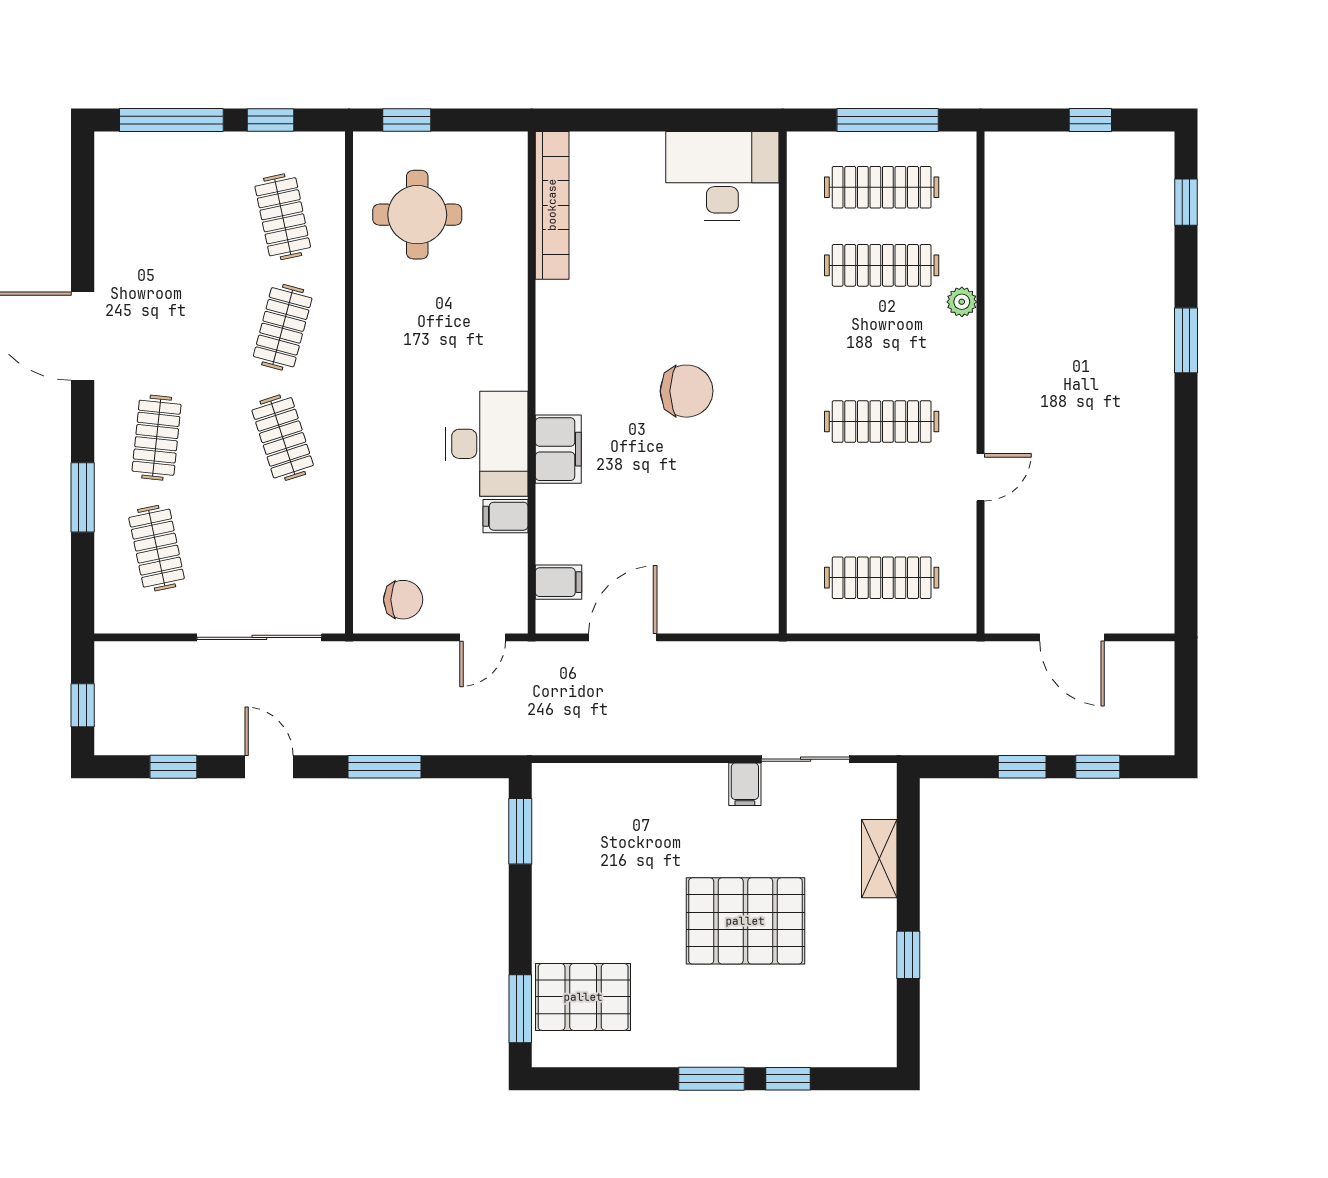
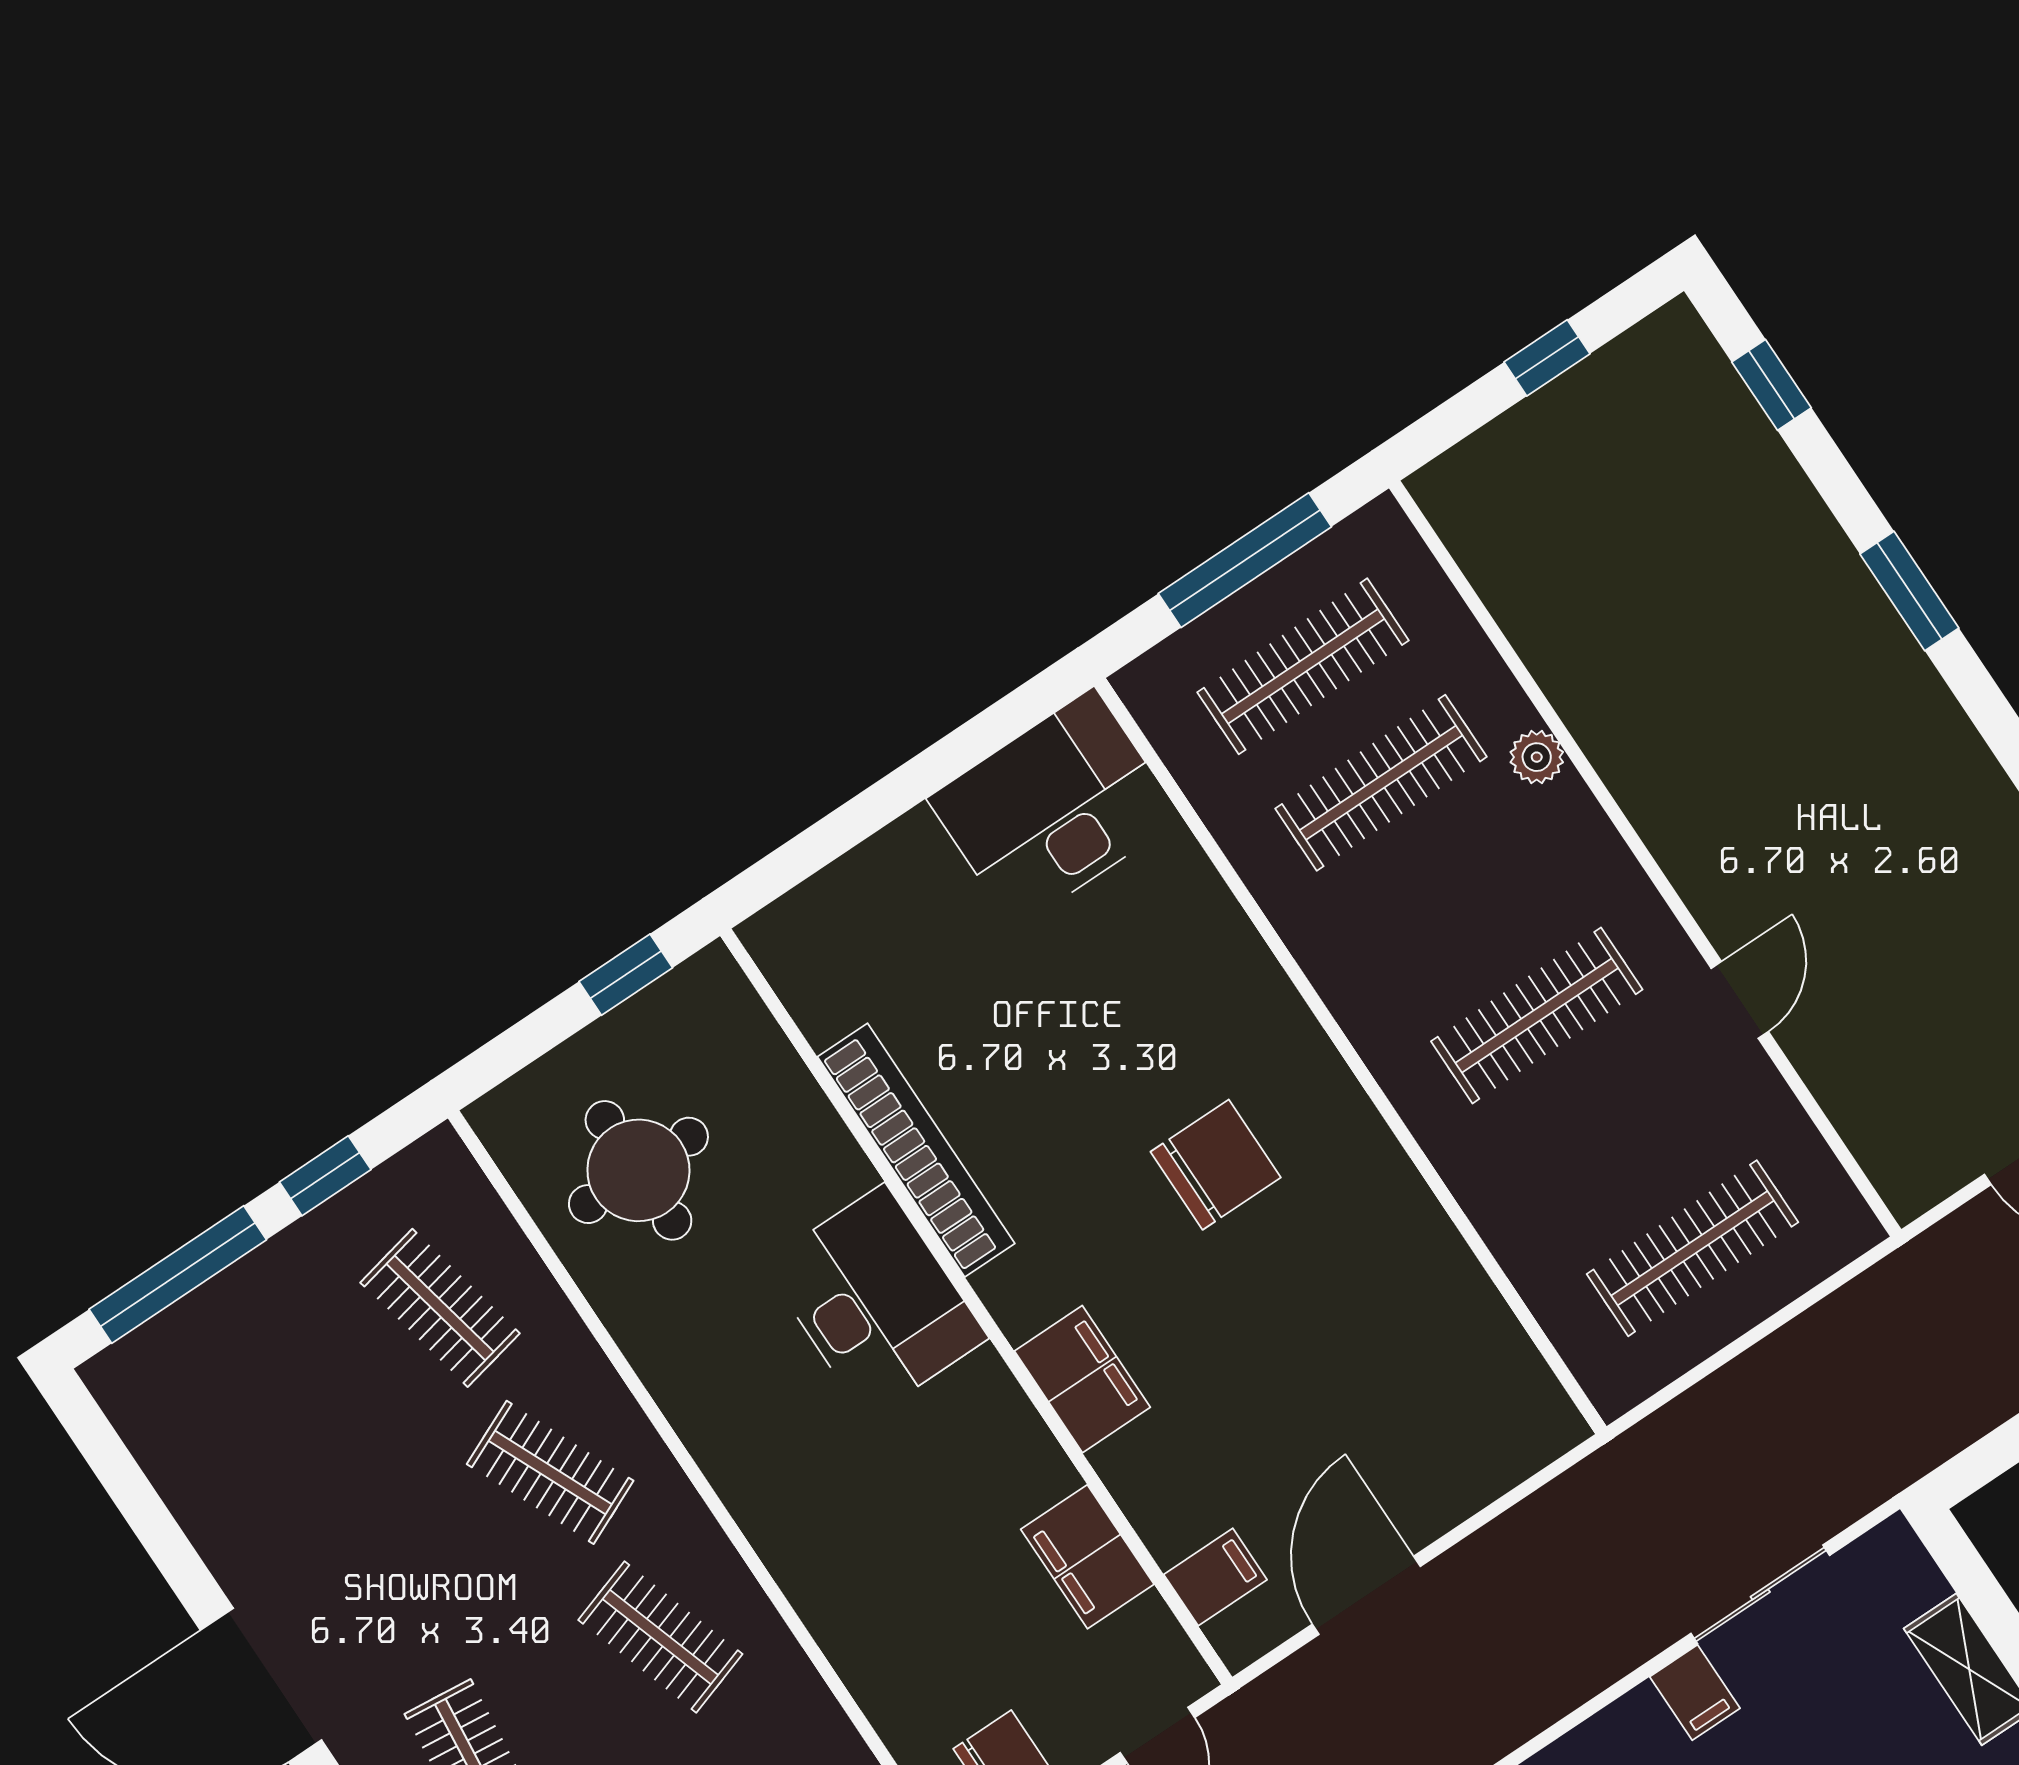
window: (407, 120) -> (626, 975), moved
bookcase: (552, 205) -> (916, 1150), moved
clothes rail: (283, 327) -> (550, 1472), turned -39
desk: (486, 444) -> (875, 1301), moved
filing cabinet: (505, 516) -> (1087, 1557), width x2.00

